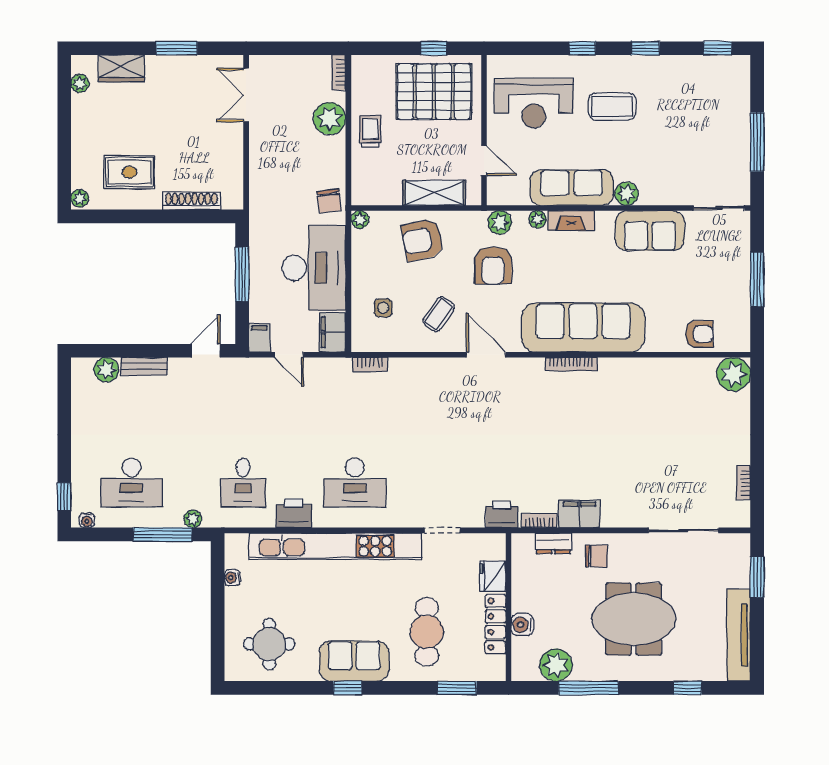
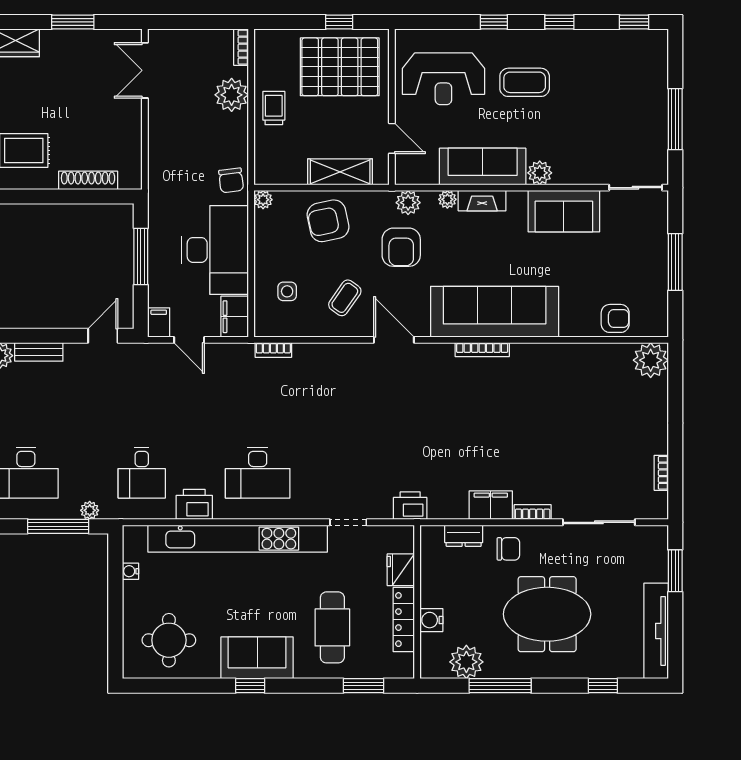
bookcase: (539, 521) -> (533, 512), moved

